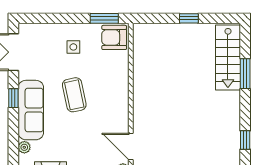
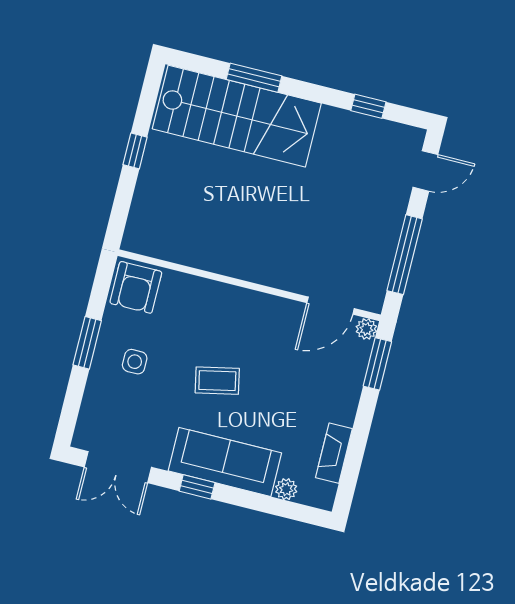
window: (104, 18) -> (87, 343), moved
stairs: (228, 57) -> (237, 116), width x1.36, depth x1.51
coffee table: (74, 95) -> (217, 381), width x0.73, depth x0.77

